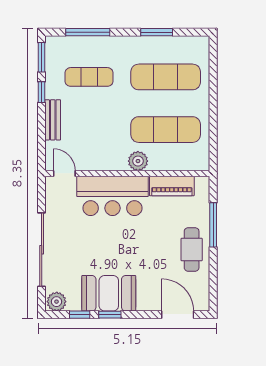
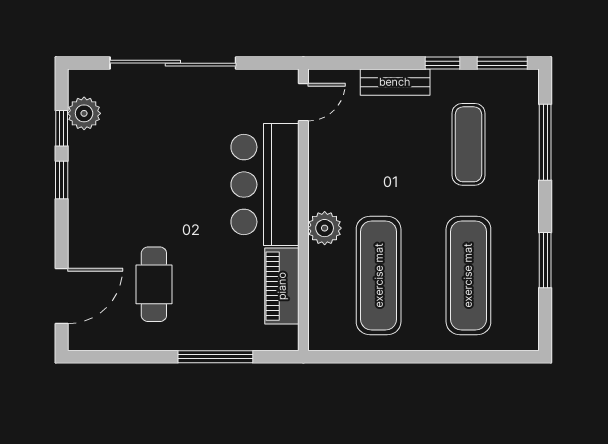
cafe table: (192, 249) -> (154, 284), moved, turned 90
booth: (109, 293) -> (98, 178), removed
plant: (57, 302) -> (84, 113), moved

